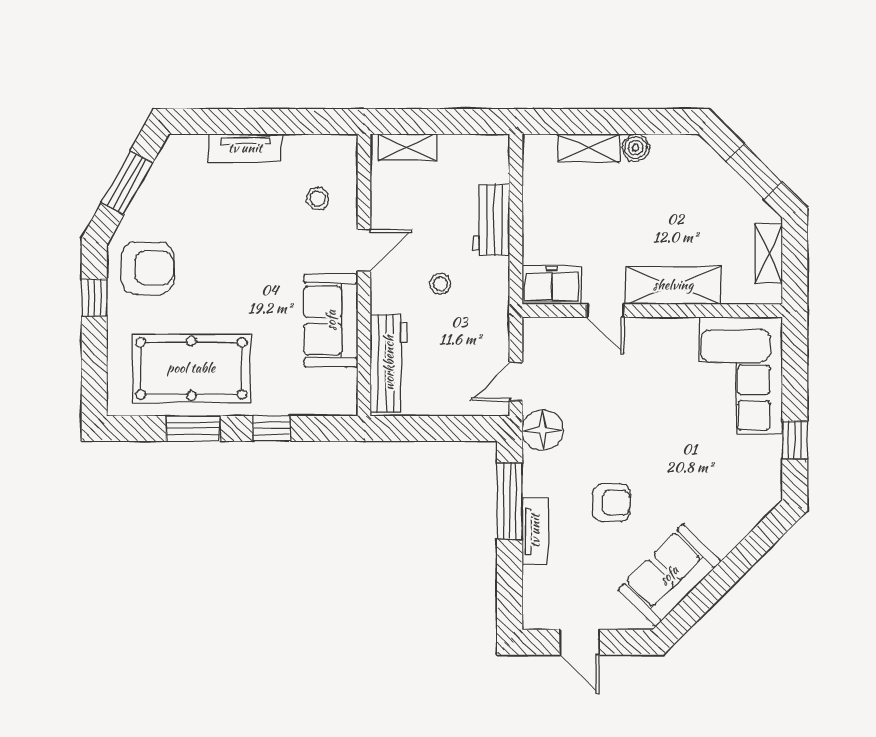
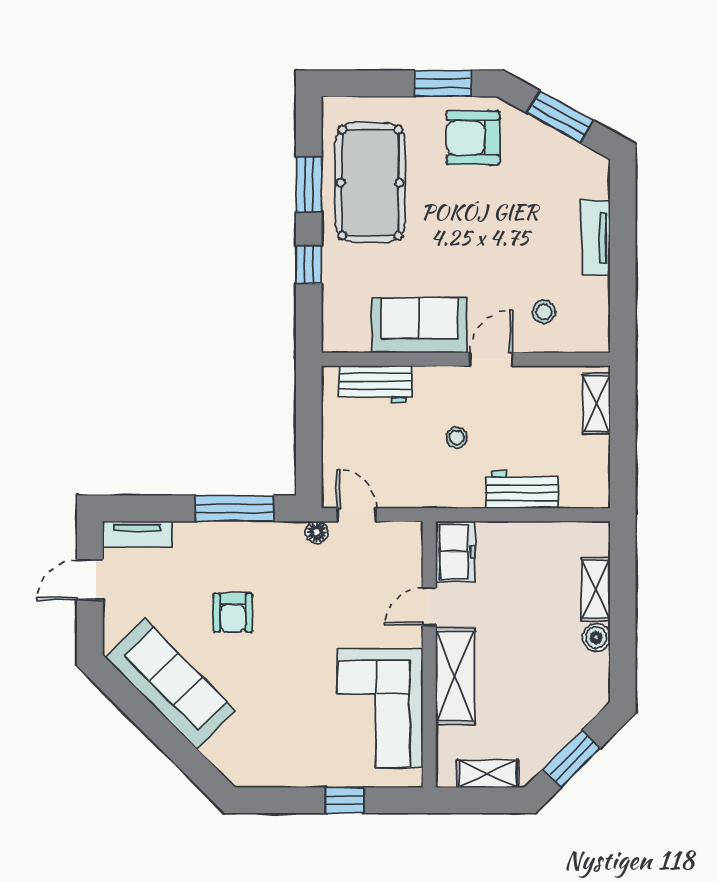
door: (364, 250) -> (491, 359), swing flipped
armchair: (147, 268) -> (473, 138), turned 90
window: (94, 297) -> (443, 83), width x1.50
workbench: (389, 363) -> (375, 385), width x0.73
corner sofa: (741, 376) -> (380, 708), moved, turned -90
floor lamp: (543, 430) -> (317, 532), width x0.53, depth x0.53
window: (795, 440) -> (345, 800), moved
tv unit: (535, 531) -> (137, 534), moved
sofa: (669, 575) -> (170, 684), width x1.36

